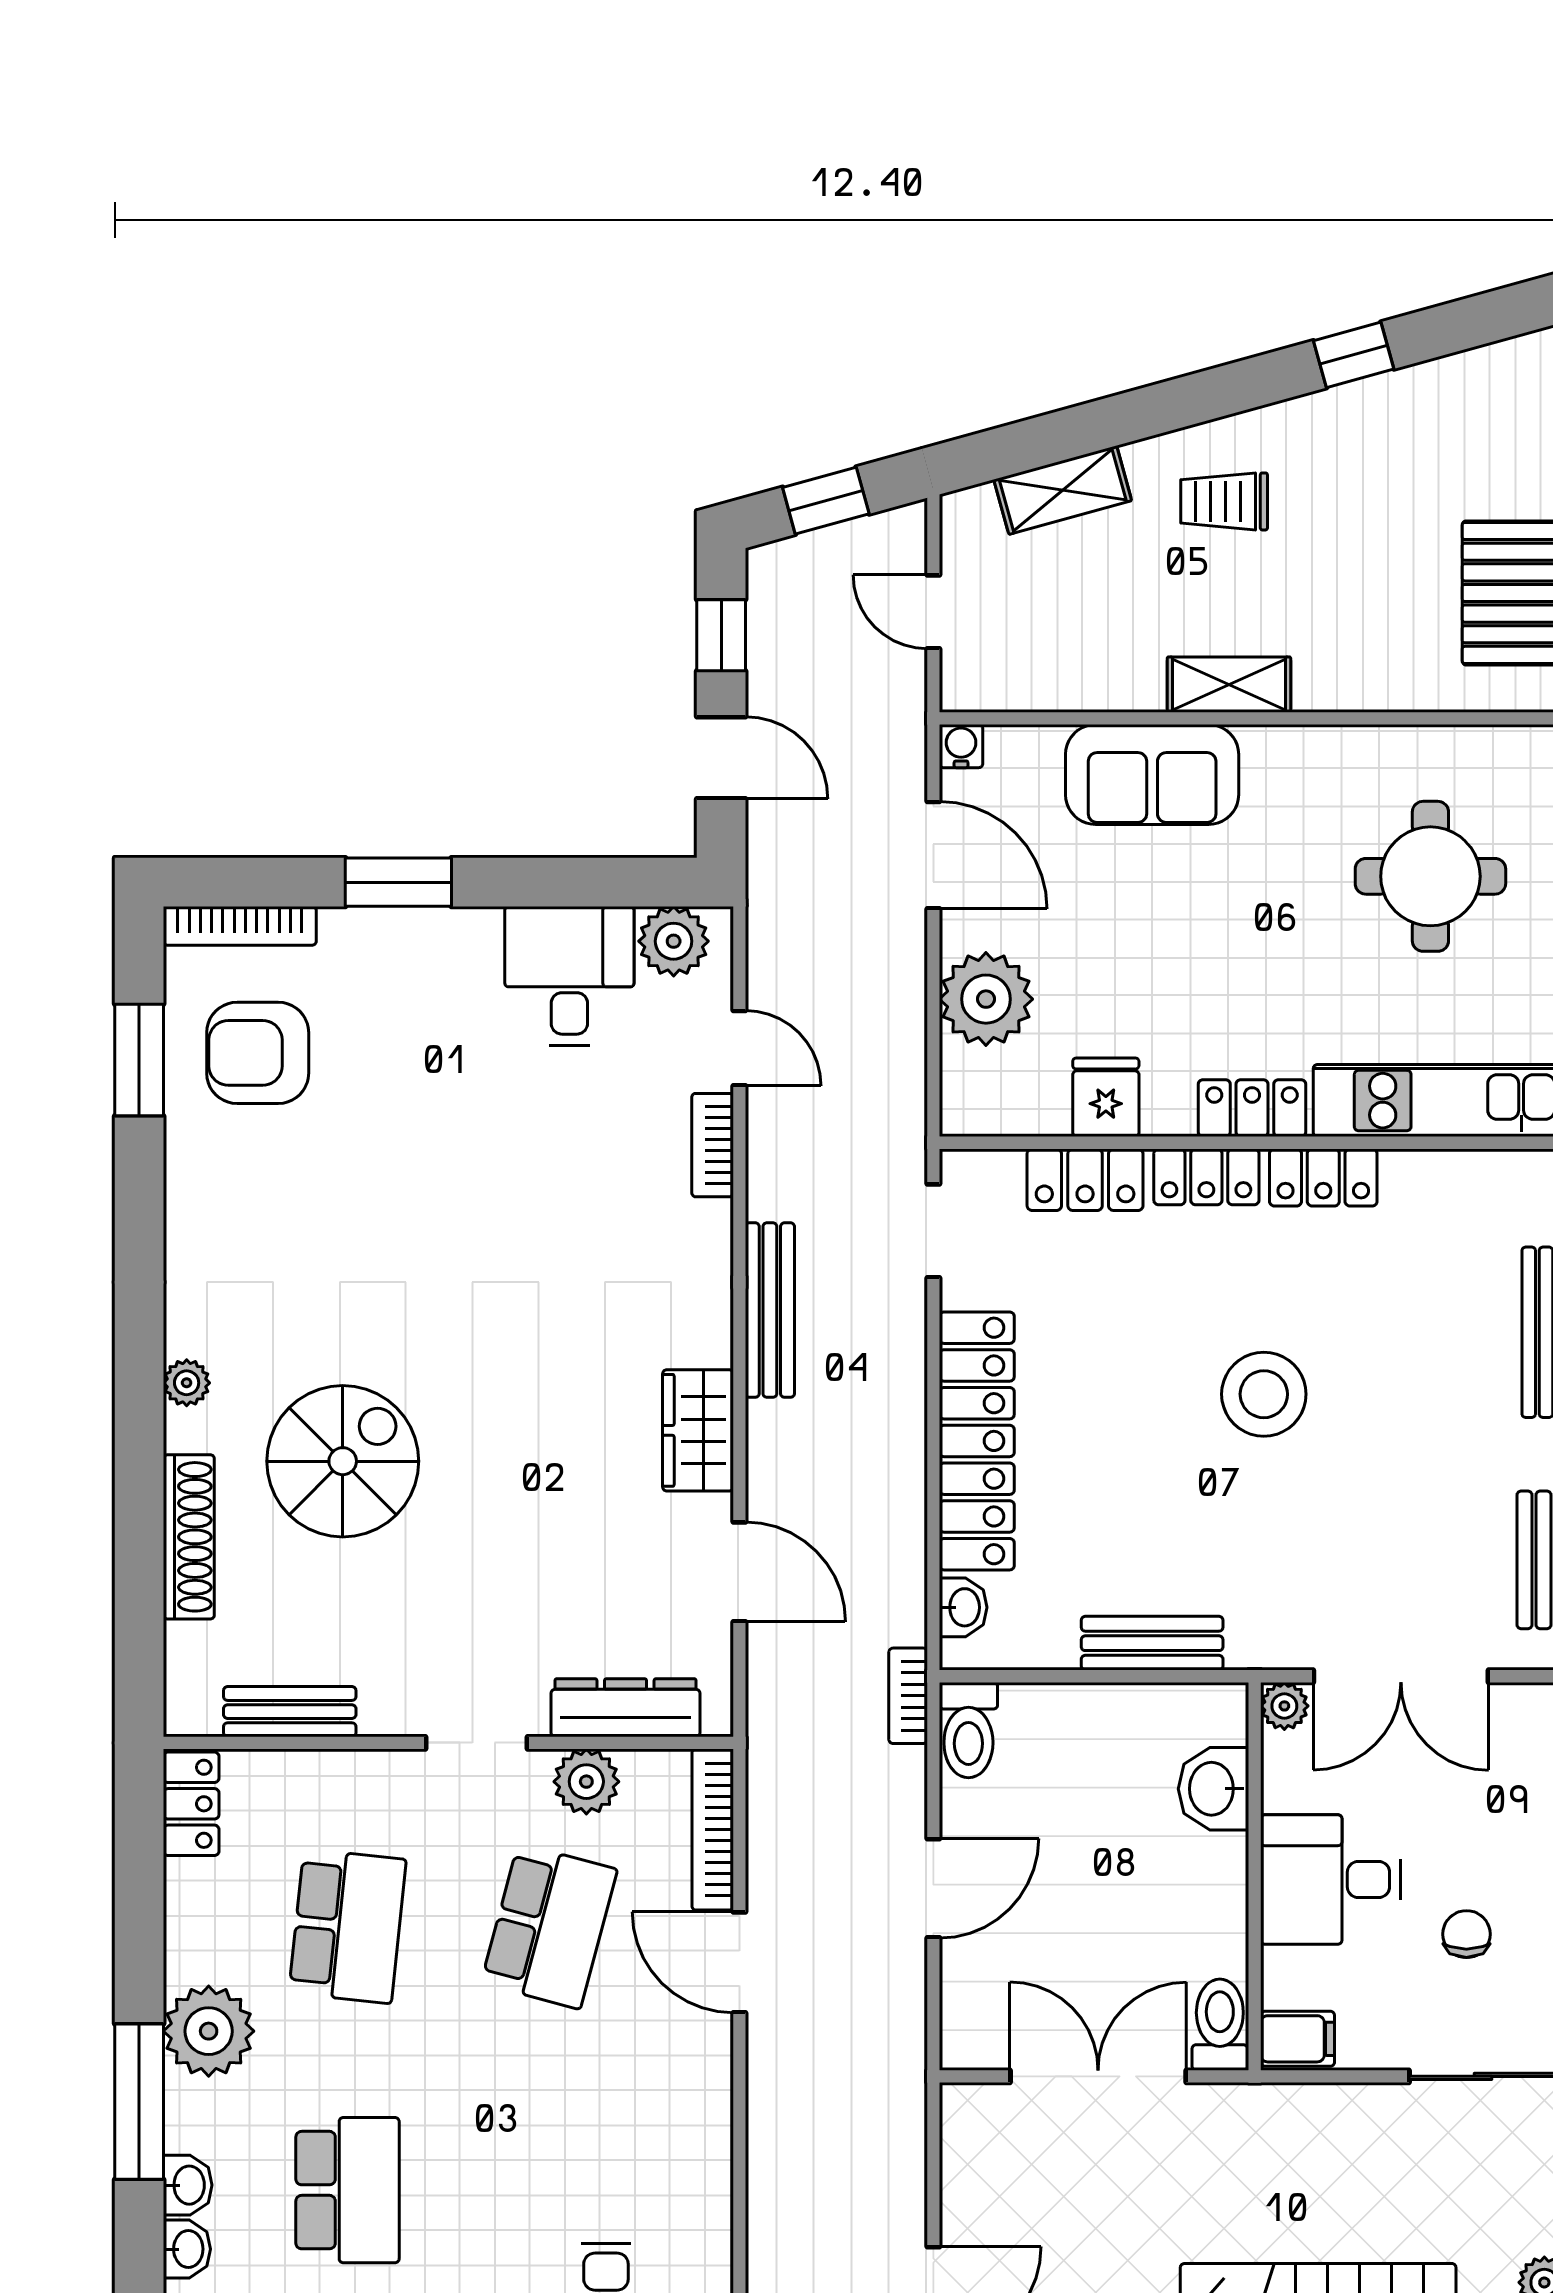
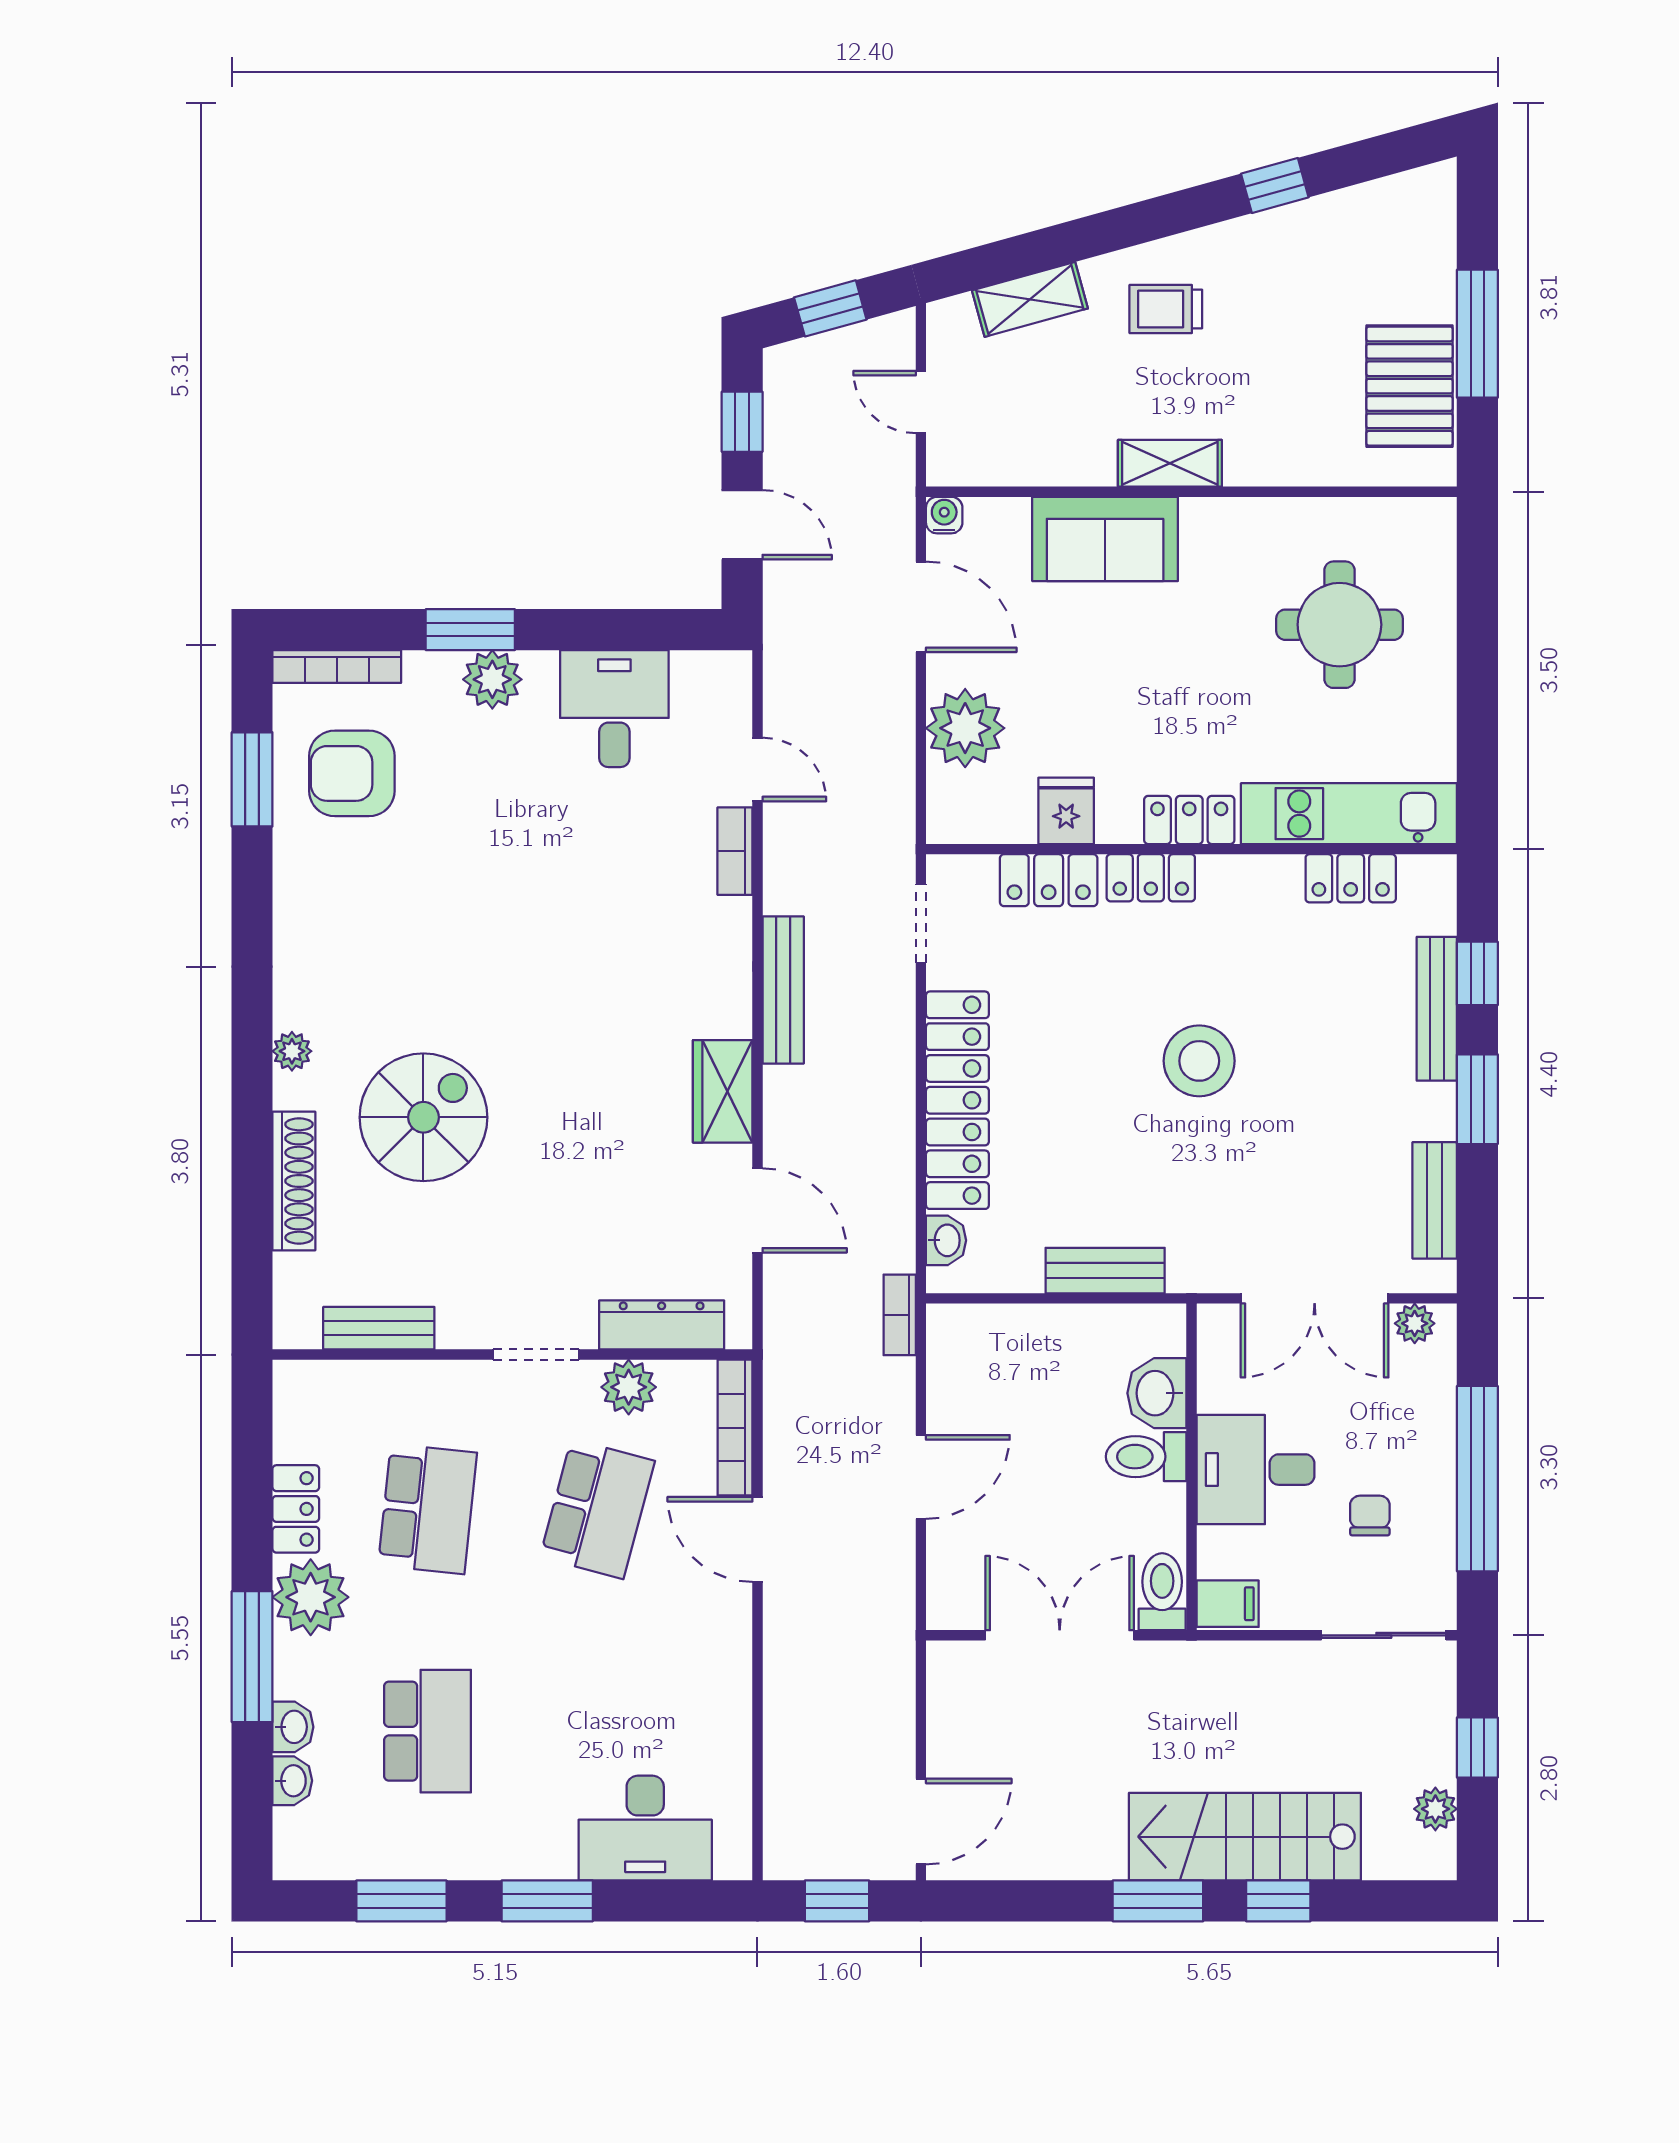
plant: (674, 941) -> (492, 679), moved
locker: (1323, 1177) -> (1351, 878), moved
plant: (1284, 1706) -> (1415, 1323), moved
toilet: (968, 1730) -> (1146, 1457), moved, turned 90
locker: (191, 1804) -> (296, 1509), moved

